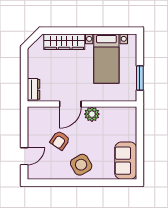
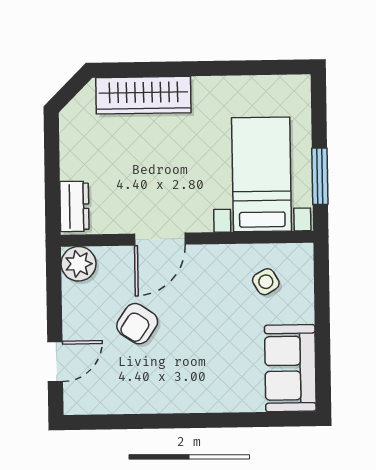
bed with nightstands: (106, 59) -> (262, 174), moved, turned 180
plant: (92, 114) -> (78, 264), moved
side table: (81, 165) -> (266, 282), moved, width x0.54, depth x0.54

